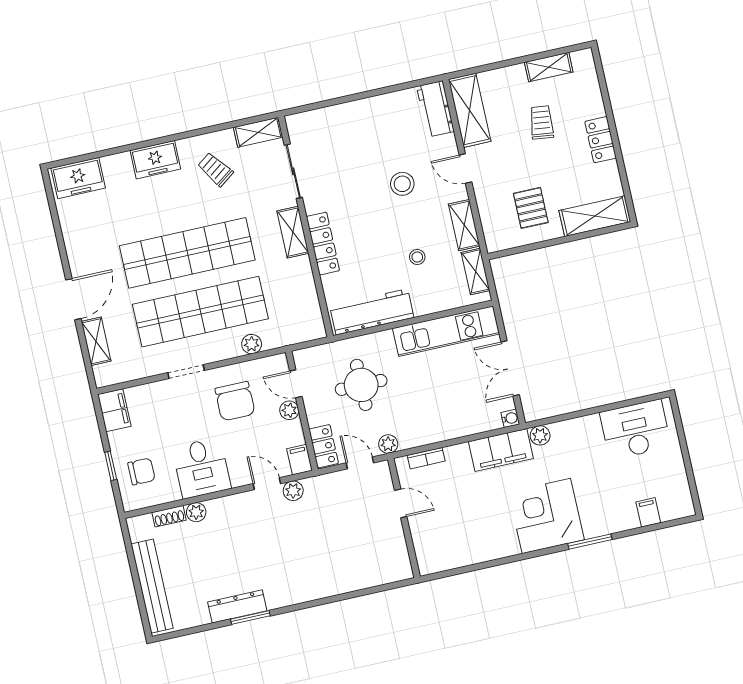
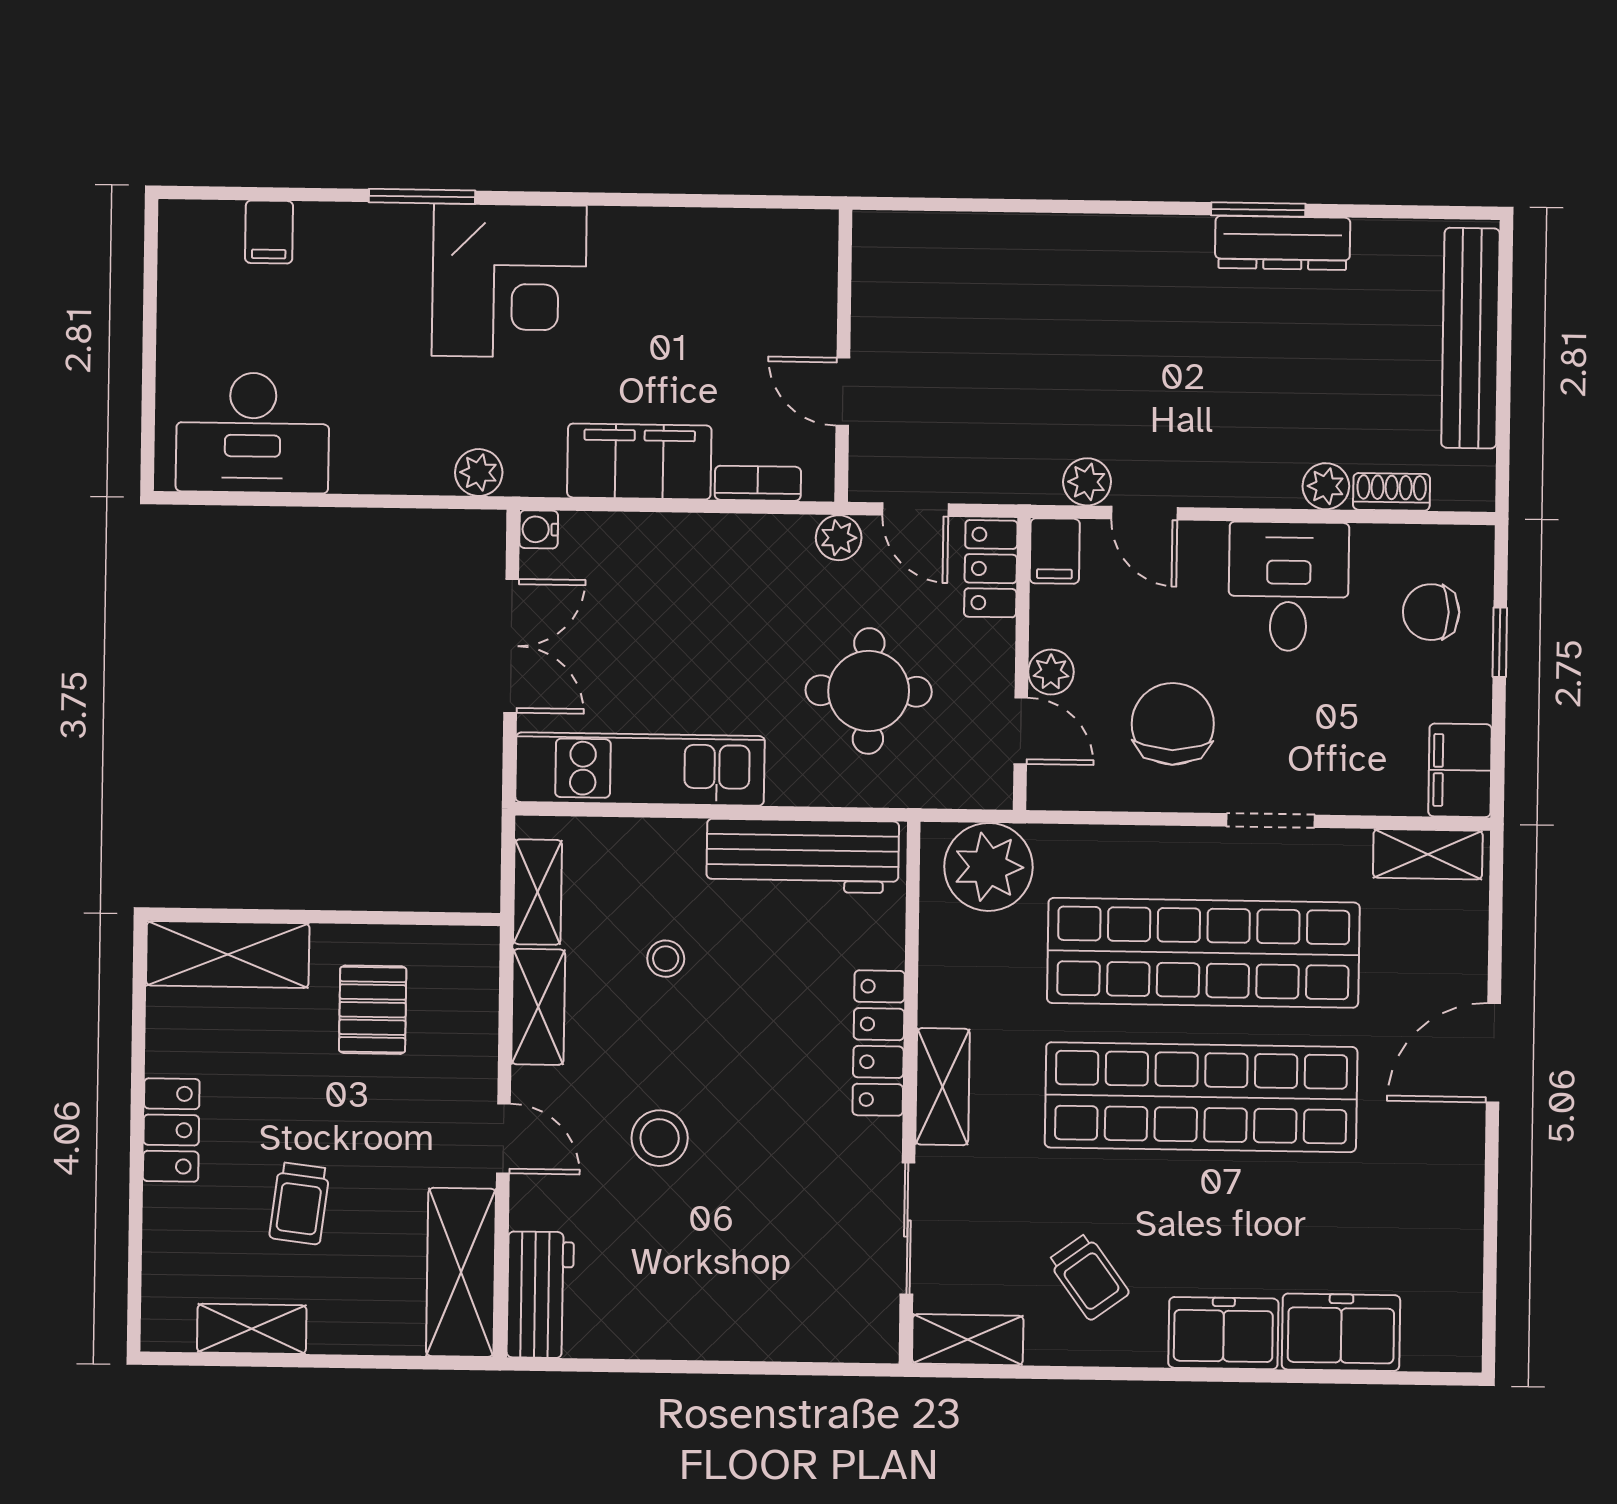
freezer: (78, 178) -> (1341, 1332), moved
shelving: (96, 341) -> (1428, 854), moved, turned 90
plant: (252, 344) -> (988, 867), moved, width x1.88, depth x1.88
filing cabinet: (501, 450) -> (639, 461), moved

